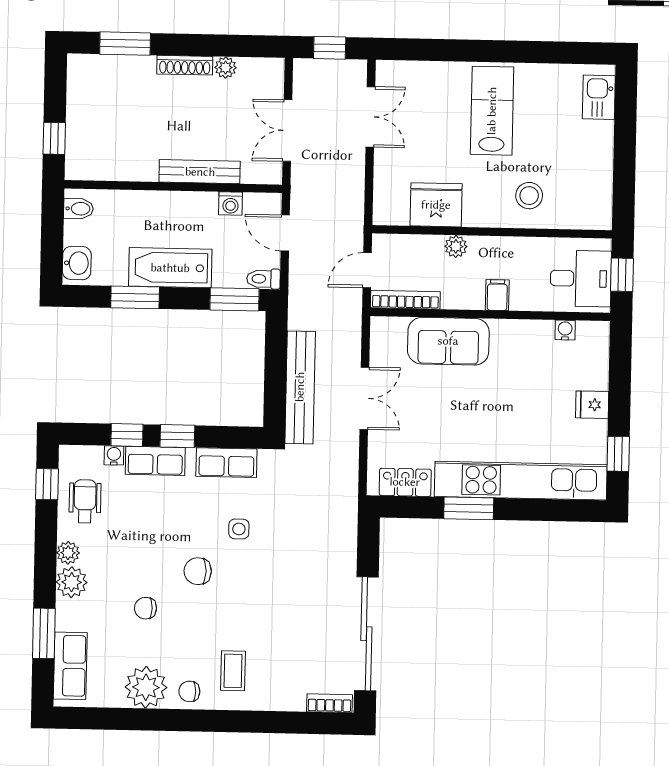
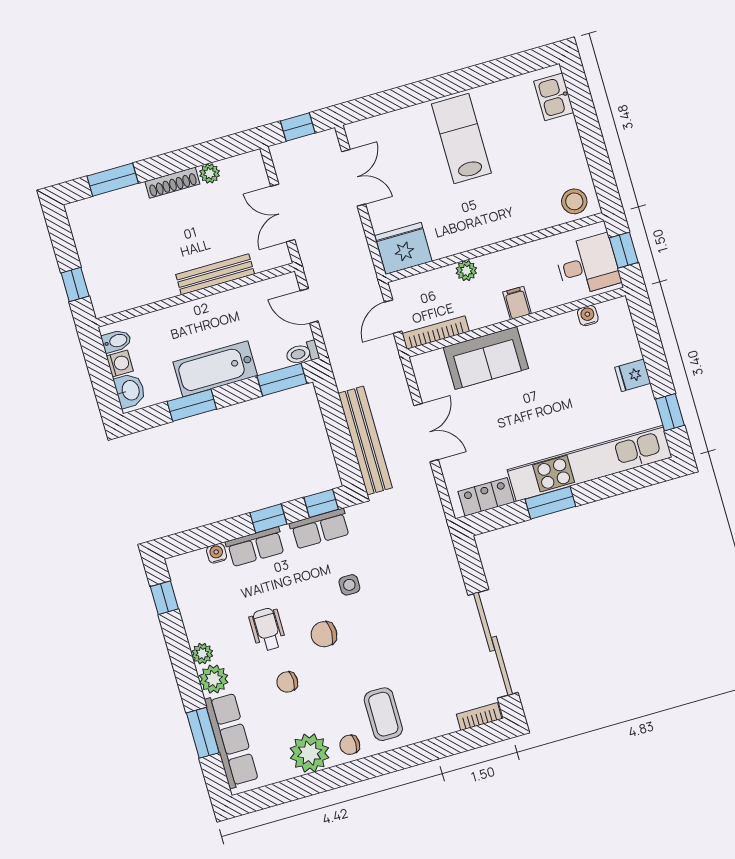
stool: (529, 196) -> (574, 201), moved
washing machine: (231, 203) -> (120, 363), moved, turned -90
fridge: (436, 205) -> (403, 248), moved
window: (127, 435) -> (321, 503), moved
wheelchair: (85, 501) -> (267, 629), moved
row of seats: (70, 666) -> (231, 740), width x1.48
coffee table: (233, 671) -> (383, 714), width x1.36, depth x1.30

